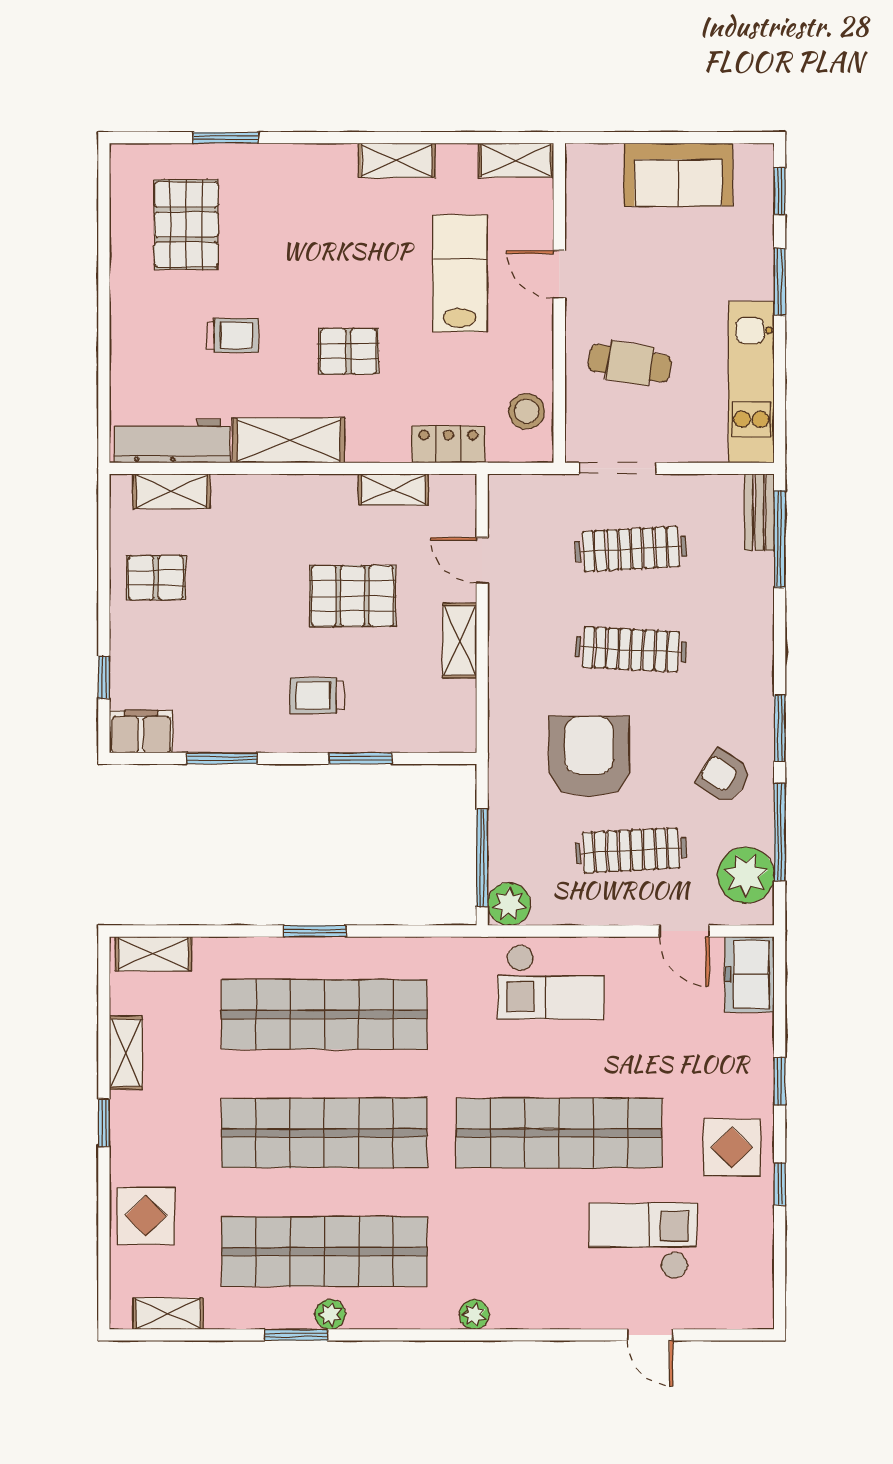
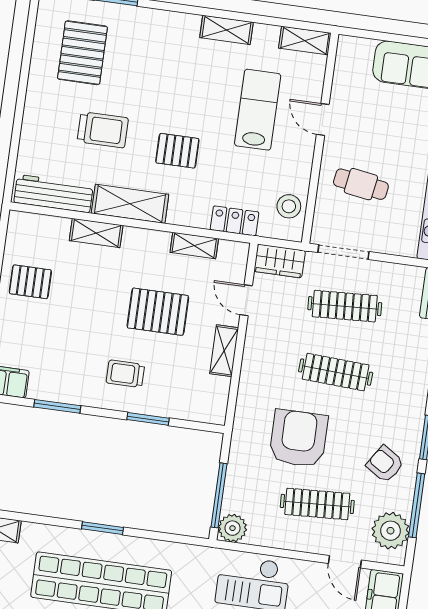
trolley: (233, 336) -> (103, 130), width x1.36, depth x1.39
shelving: (172, 491) -> (96, 233), moved
wardrobe: (524, 495) -> (280, 261), added

